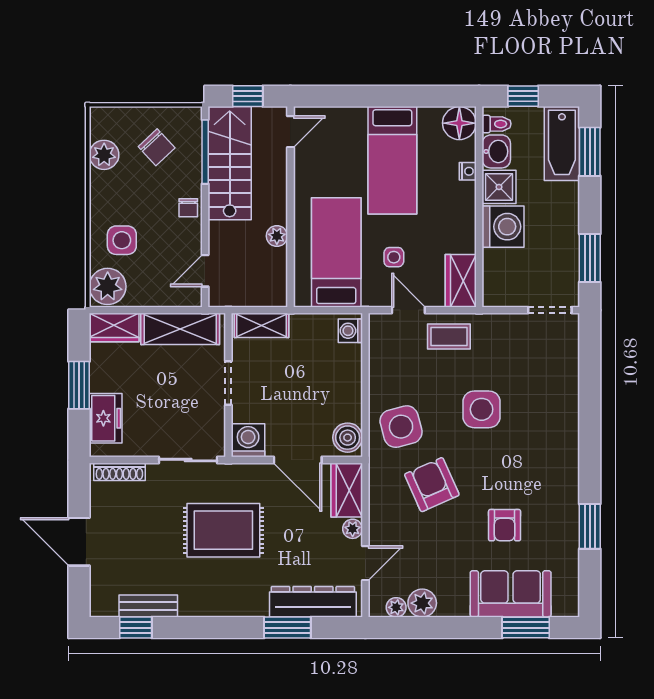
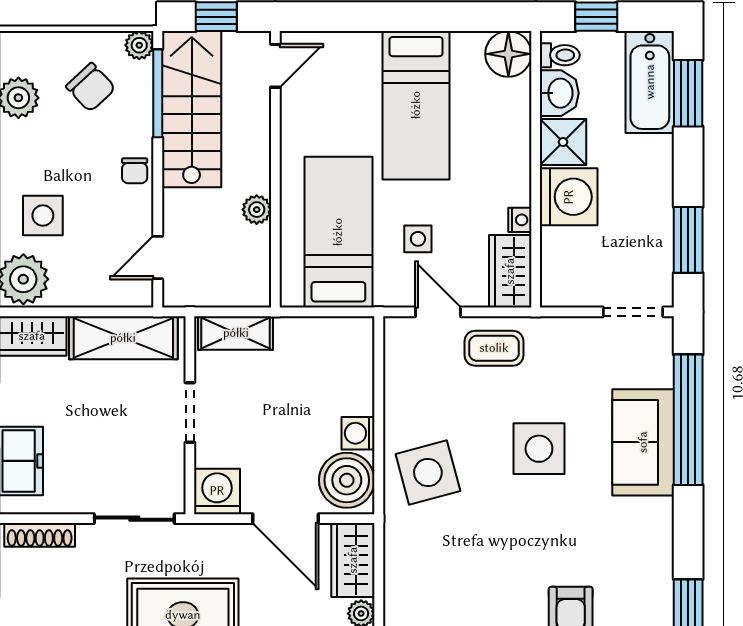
plant: (192, 117) -> (139, 45), added
nightstand: (468, 171) -> (520, 220), moved
washing machine: (350, 331) -> (358, 433), moved
window: (590, 388) -> (688, 420), added
sofa: (557, 405) -> (643, 442), added
boiler: (348, 438) -> (347, 480), width x1.37, depth x1.37
armchair: (432, 485) -> (470, 553), removed

